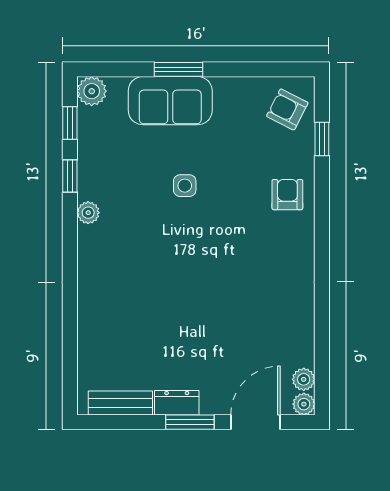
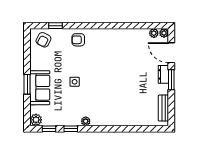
dresser: (177, 403) -> (163, 74), moved

